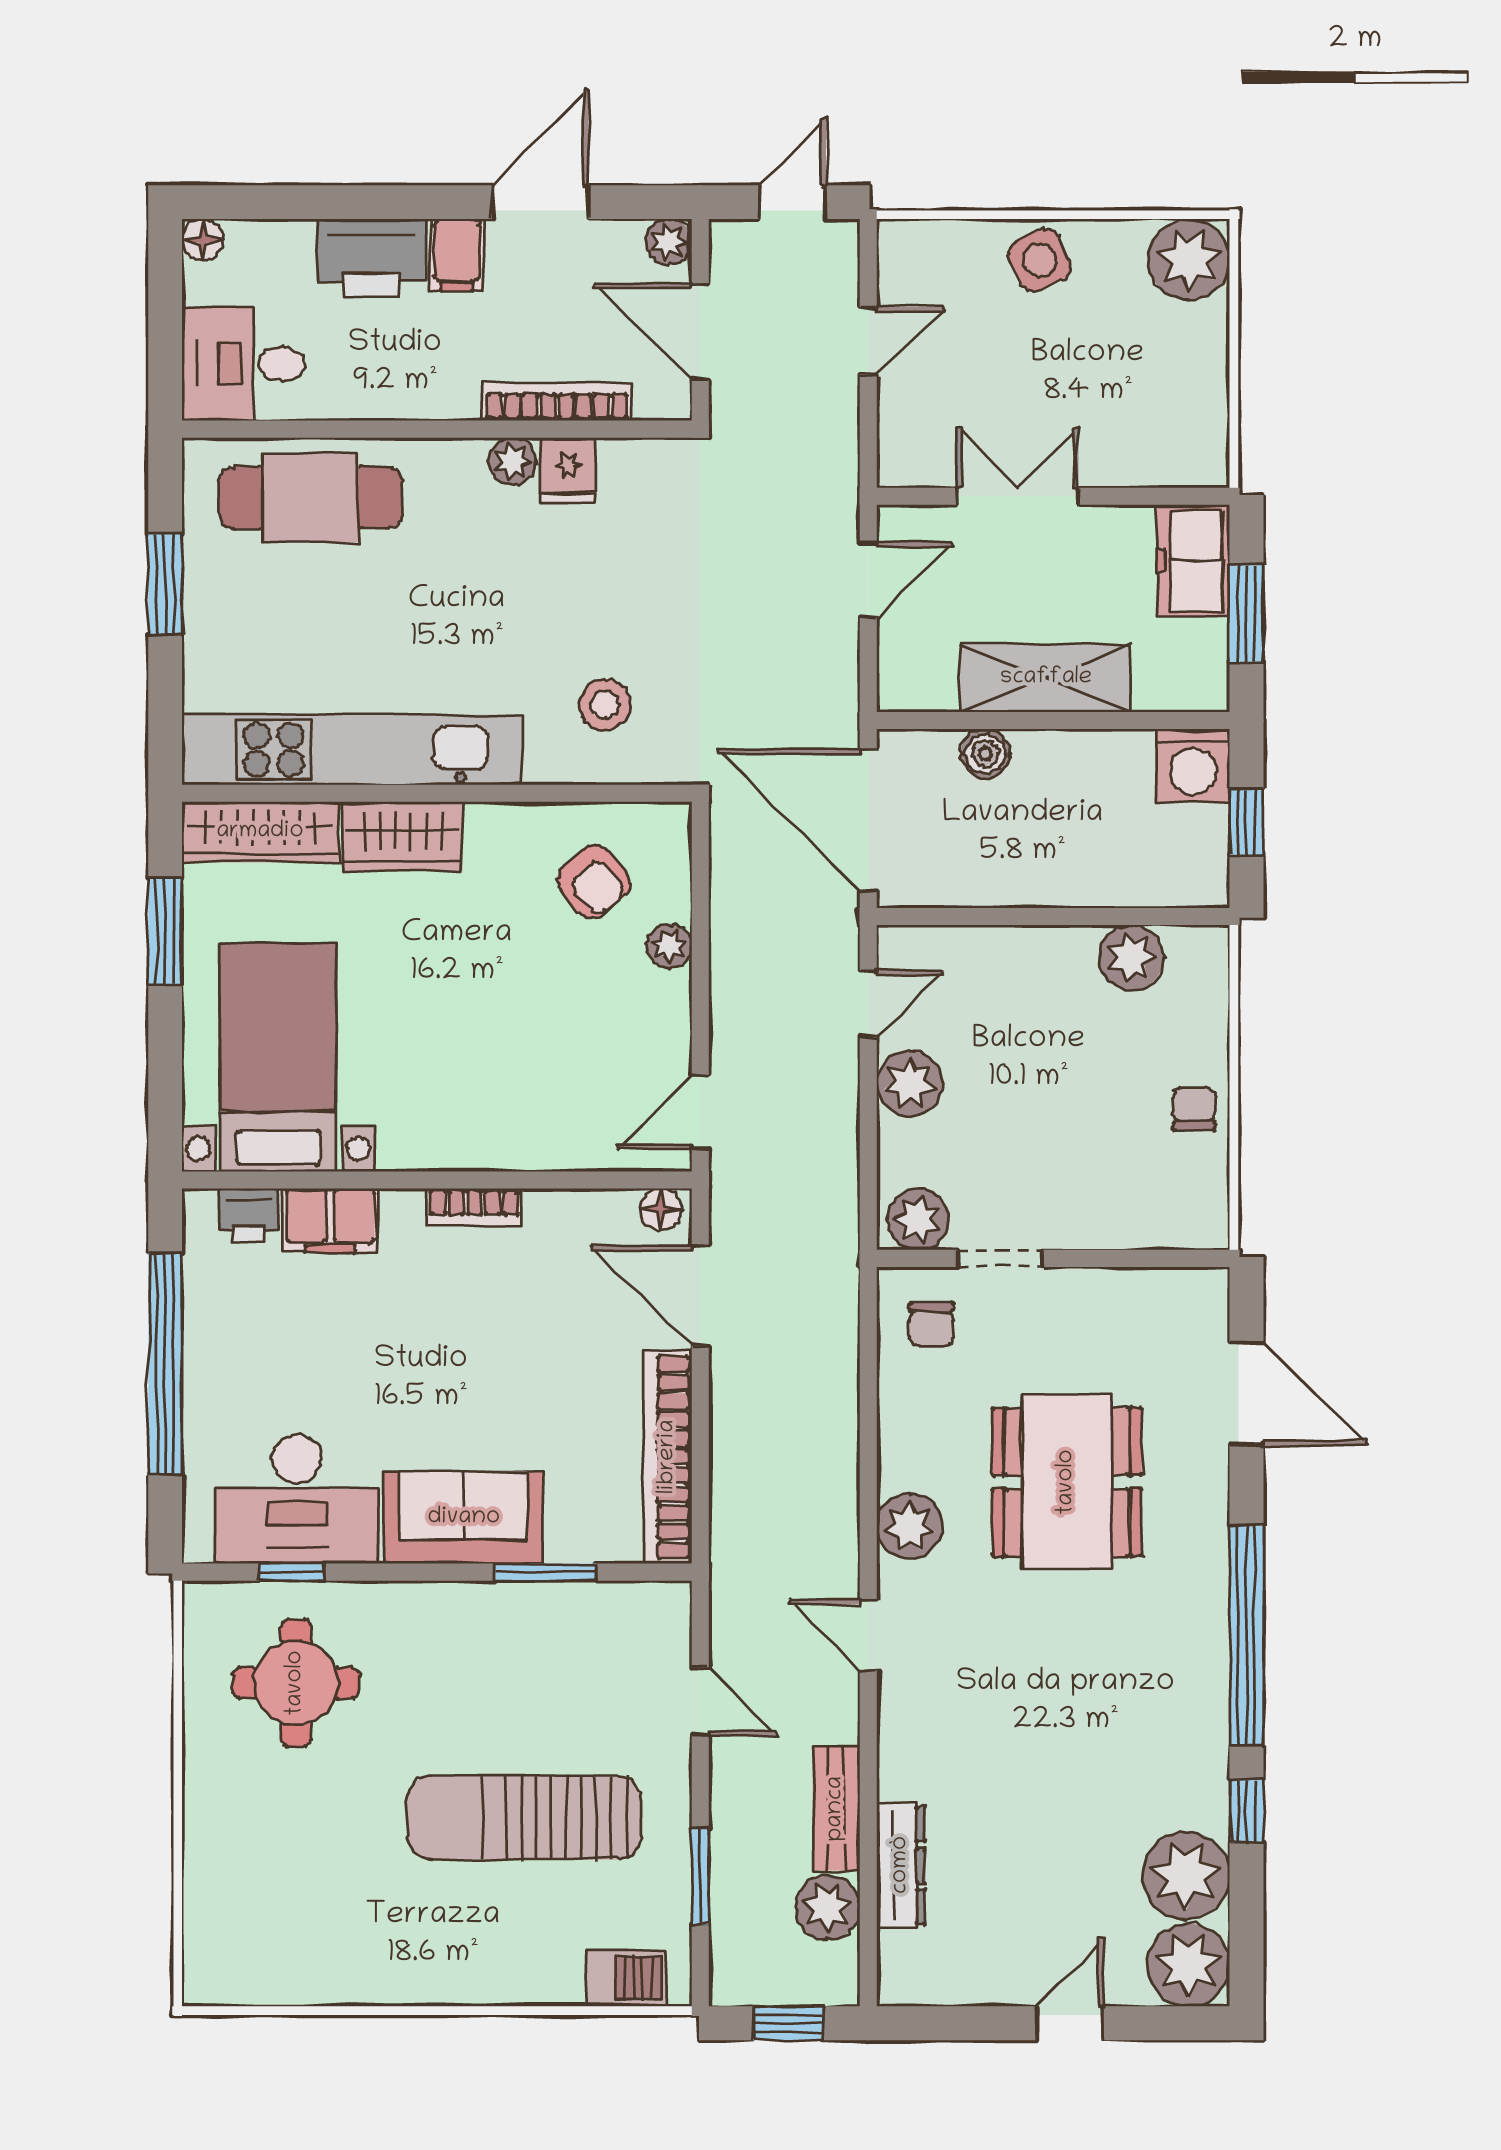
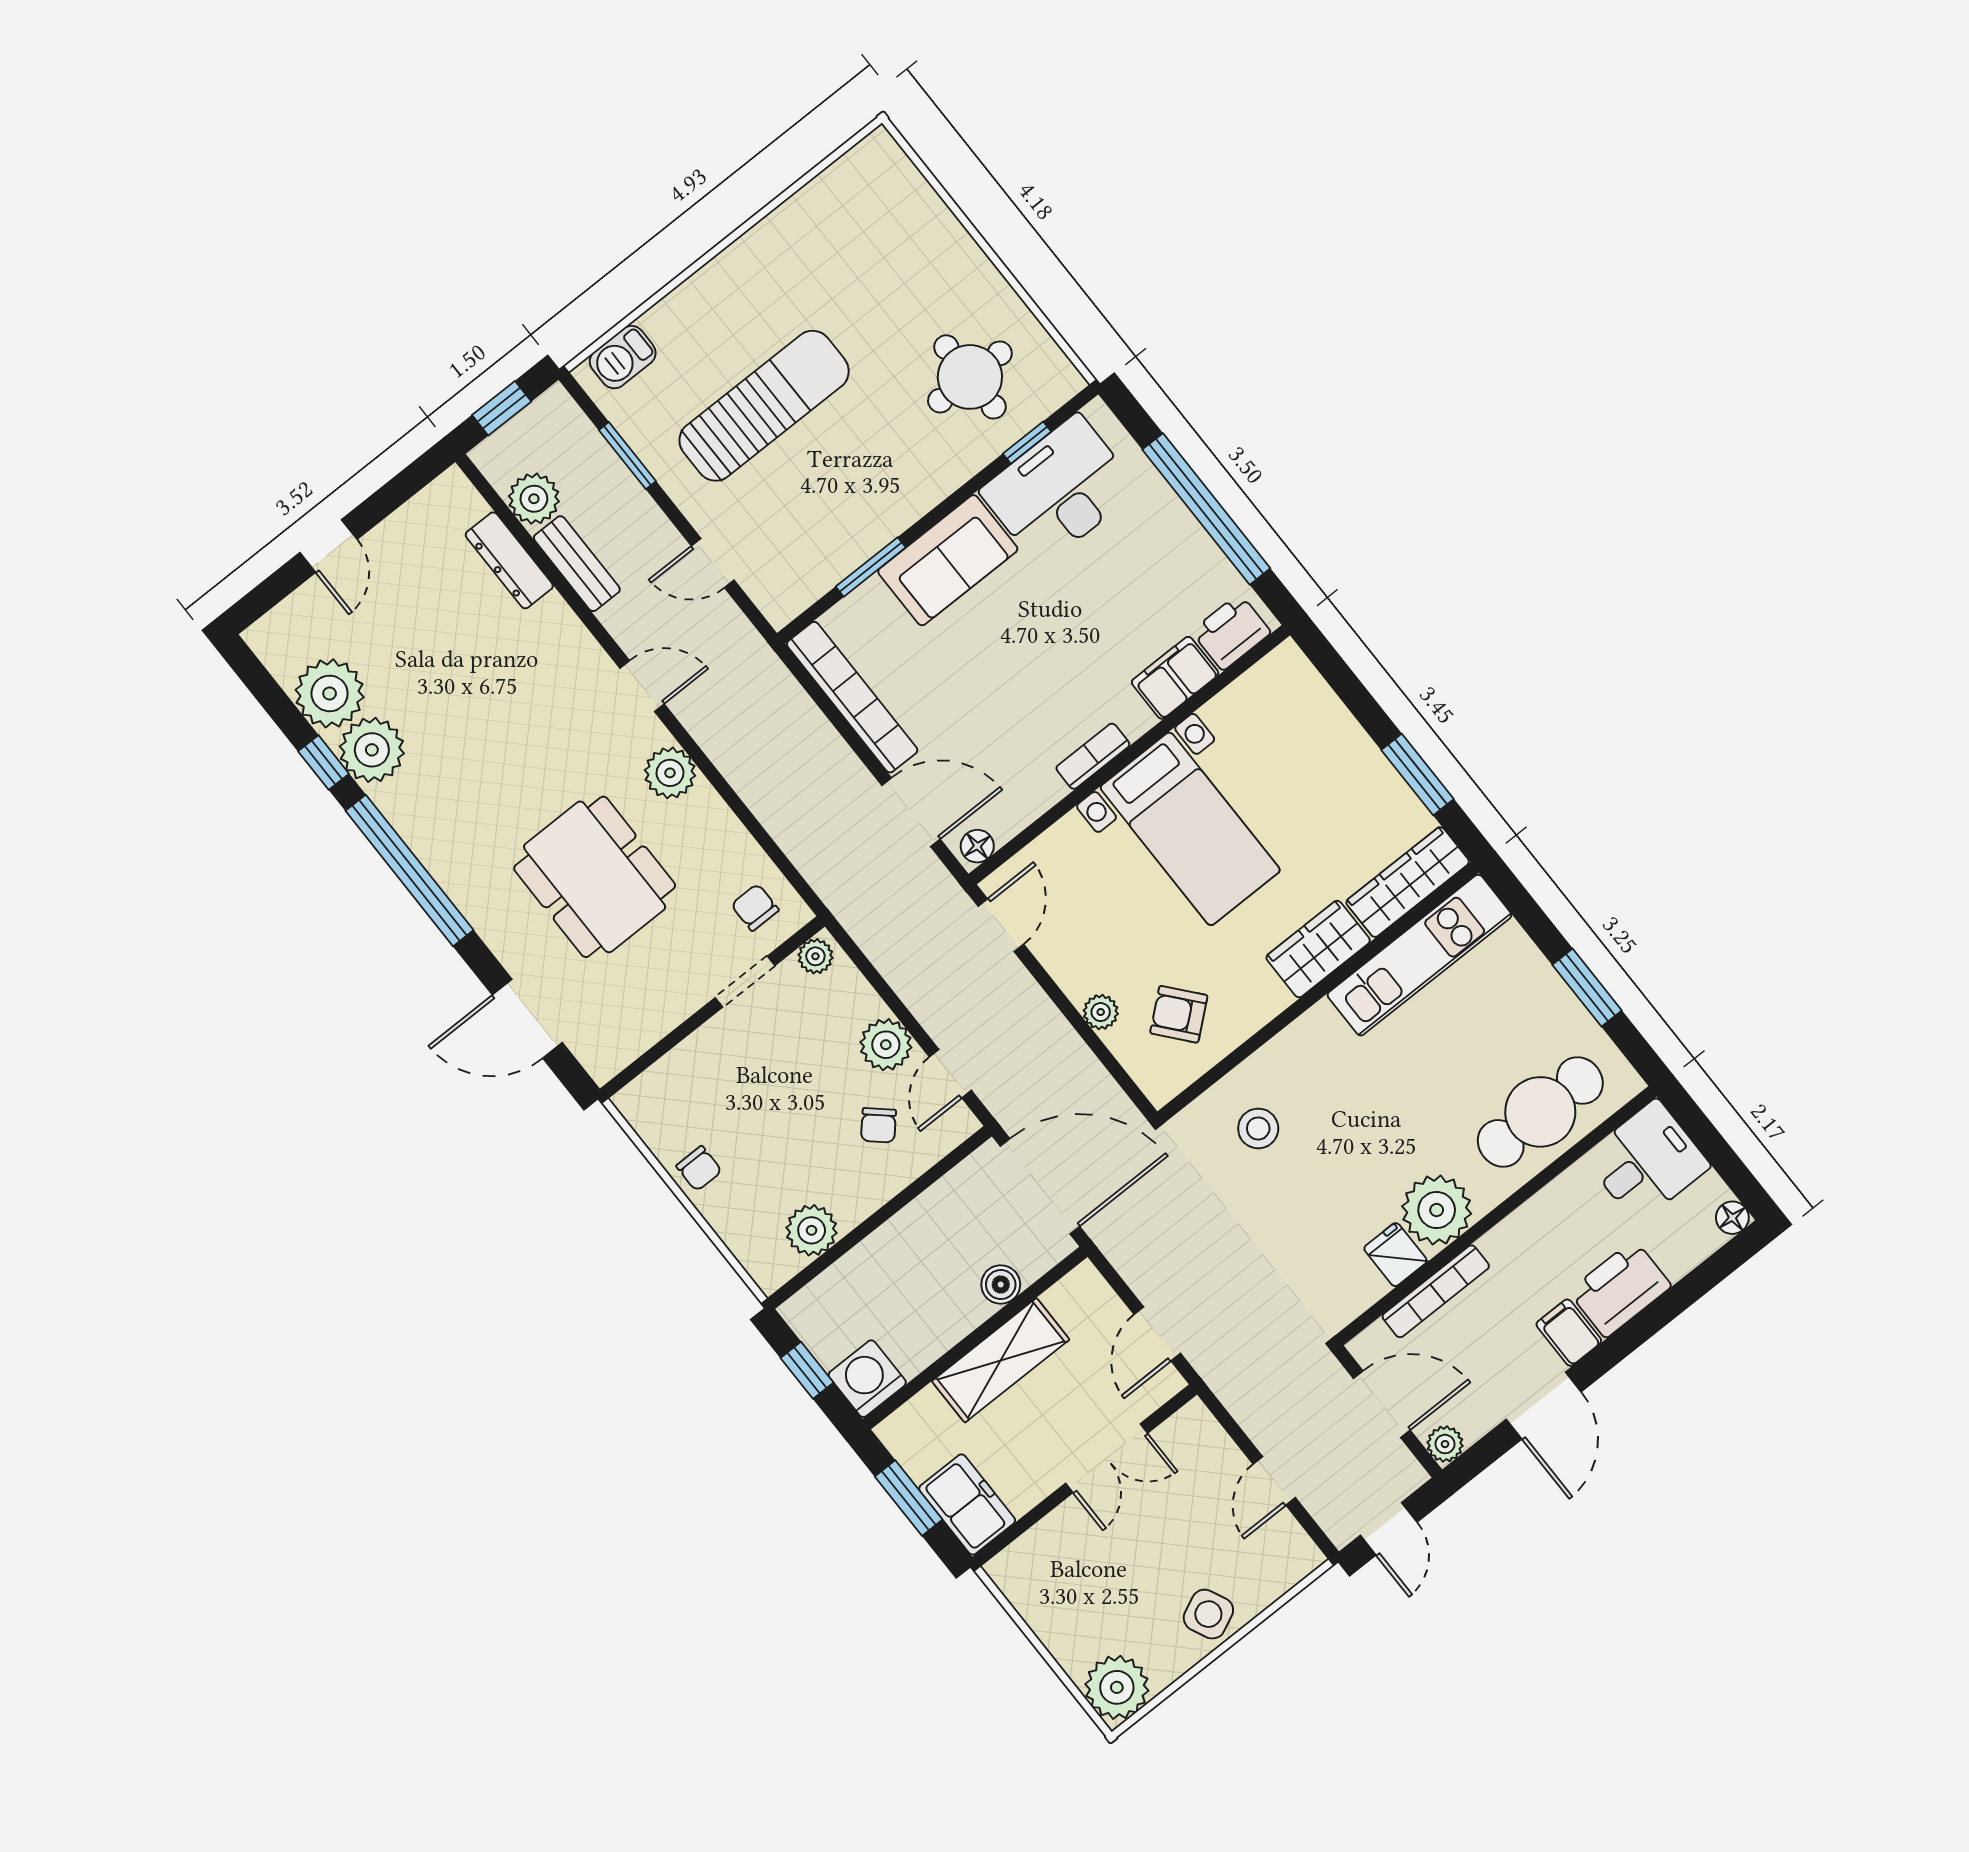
plant: (512, 461) -> (1437, 1210), width x1.88, depth x1.88
kitchen unit: (352, 750) -> (1419, 955), width x0.73
chair: (981, 1009) -> (878, 1125), added
bed with nightstands: (278, 1058) -> (1190, 829), moved
printer: (249, 1215) -> (1231, 632), width x1.36, depth x1.24
plant: (918, 1219) -> (815, 956), width x0.73, depth x0.73
plant: (1188, 1965) -> (372, 750), moved

